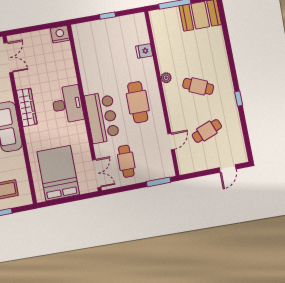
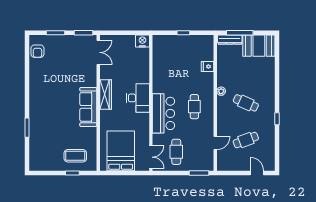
dresser: (165, 14) -> (230, 40), added
cafe table: (138, 102) -> (194, 107), width x0.73, depth x0.74
door: (228, 168) -> (257, 173), swing flipped

